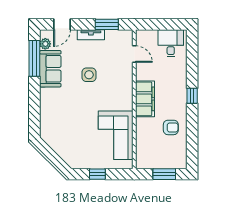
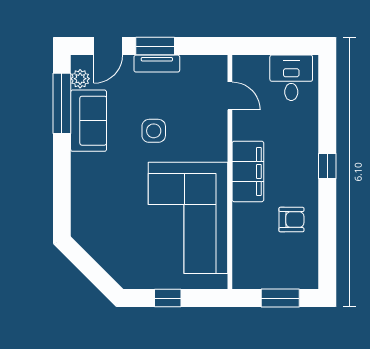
window: (107, 24) -> (155, 46), moved
corner sofa: (116, 135) -> (188, 218), width x1.36, depth x1.36

